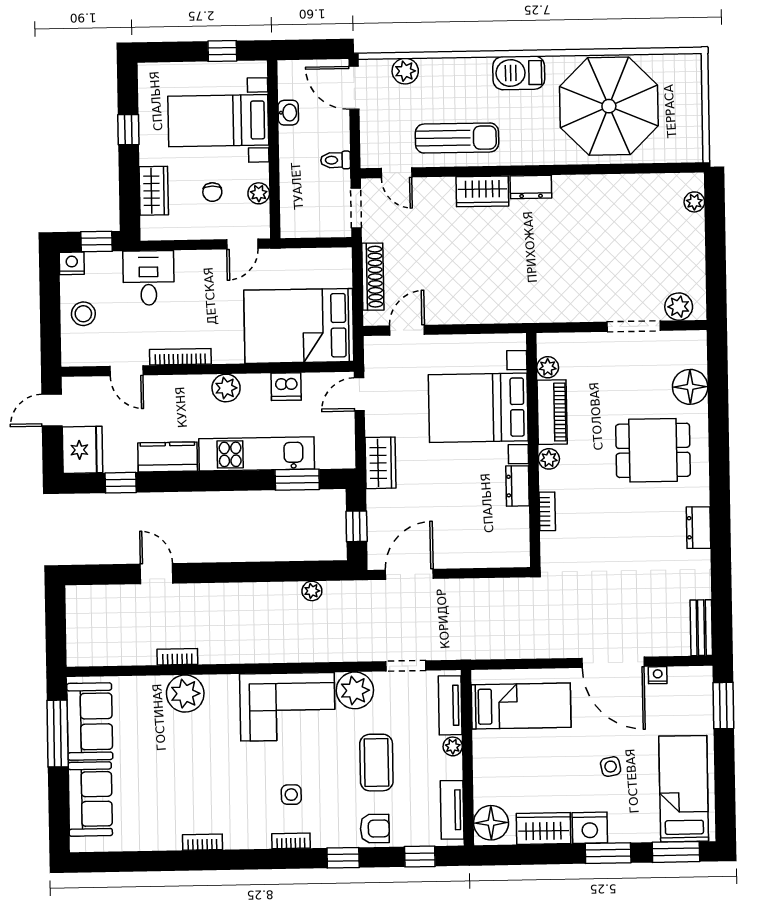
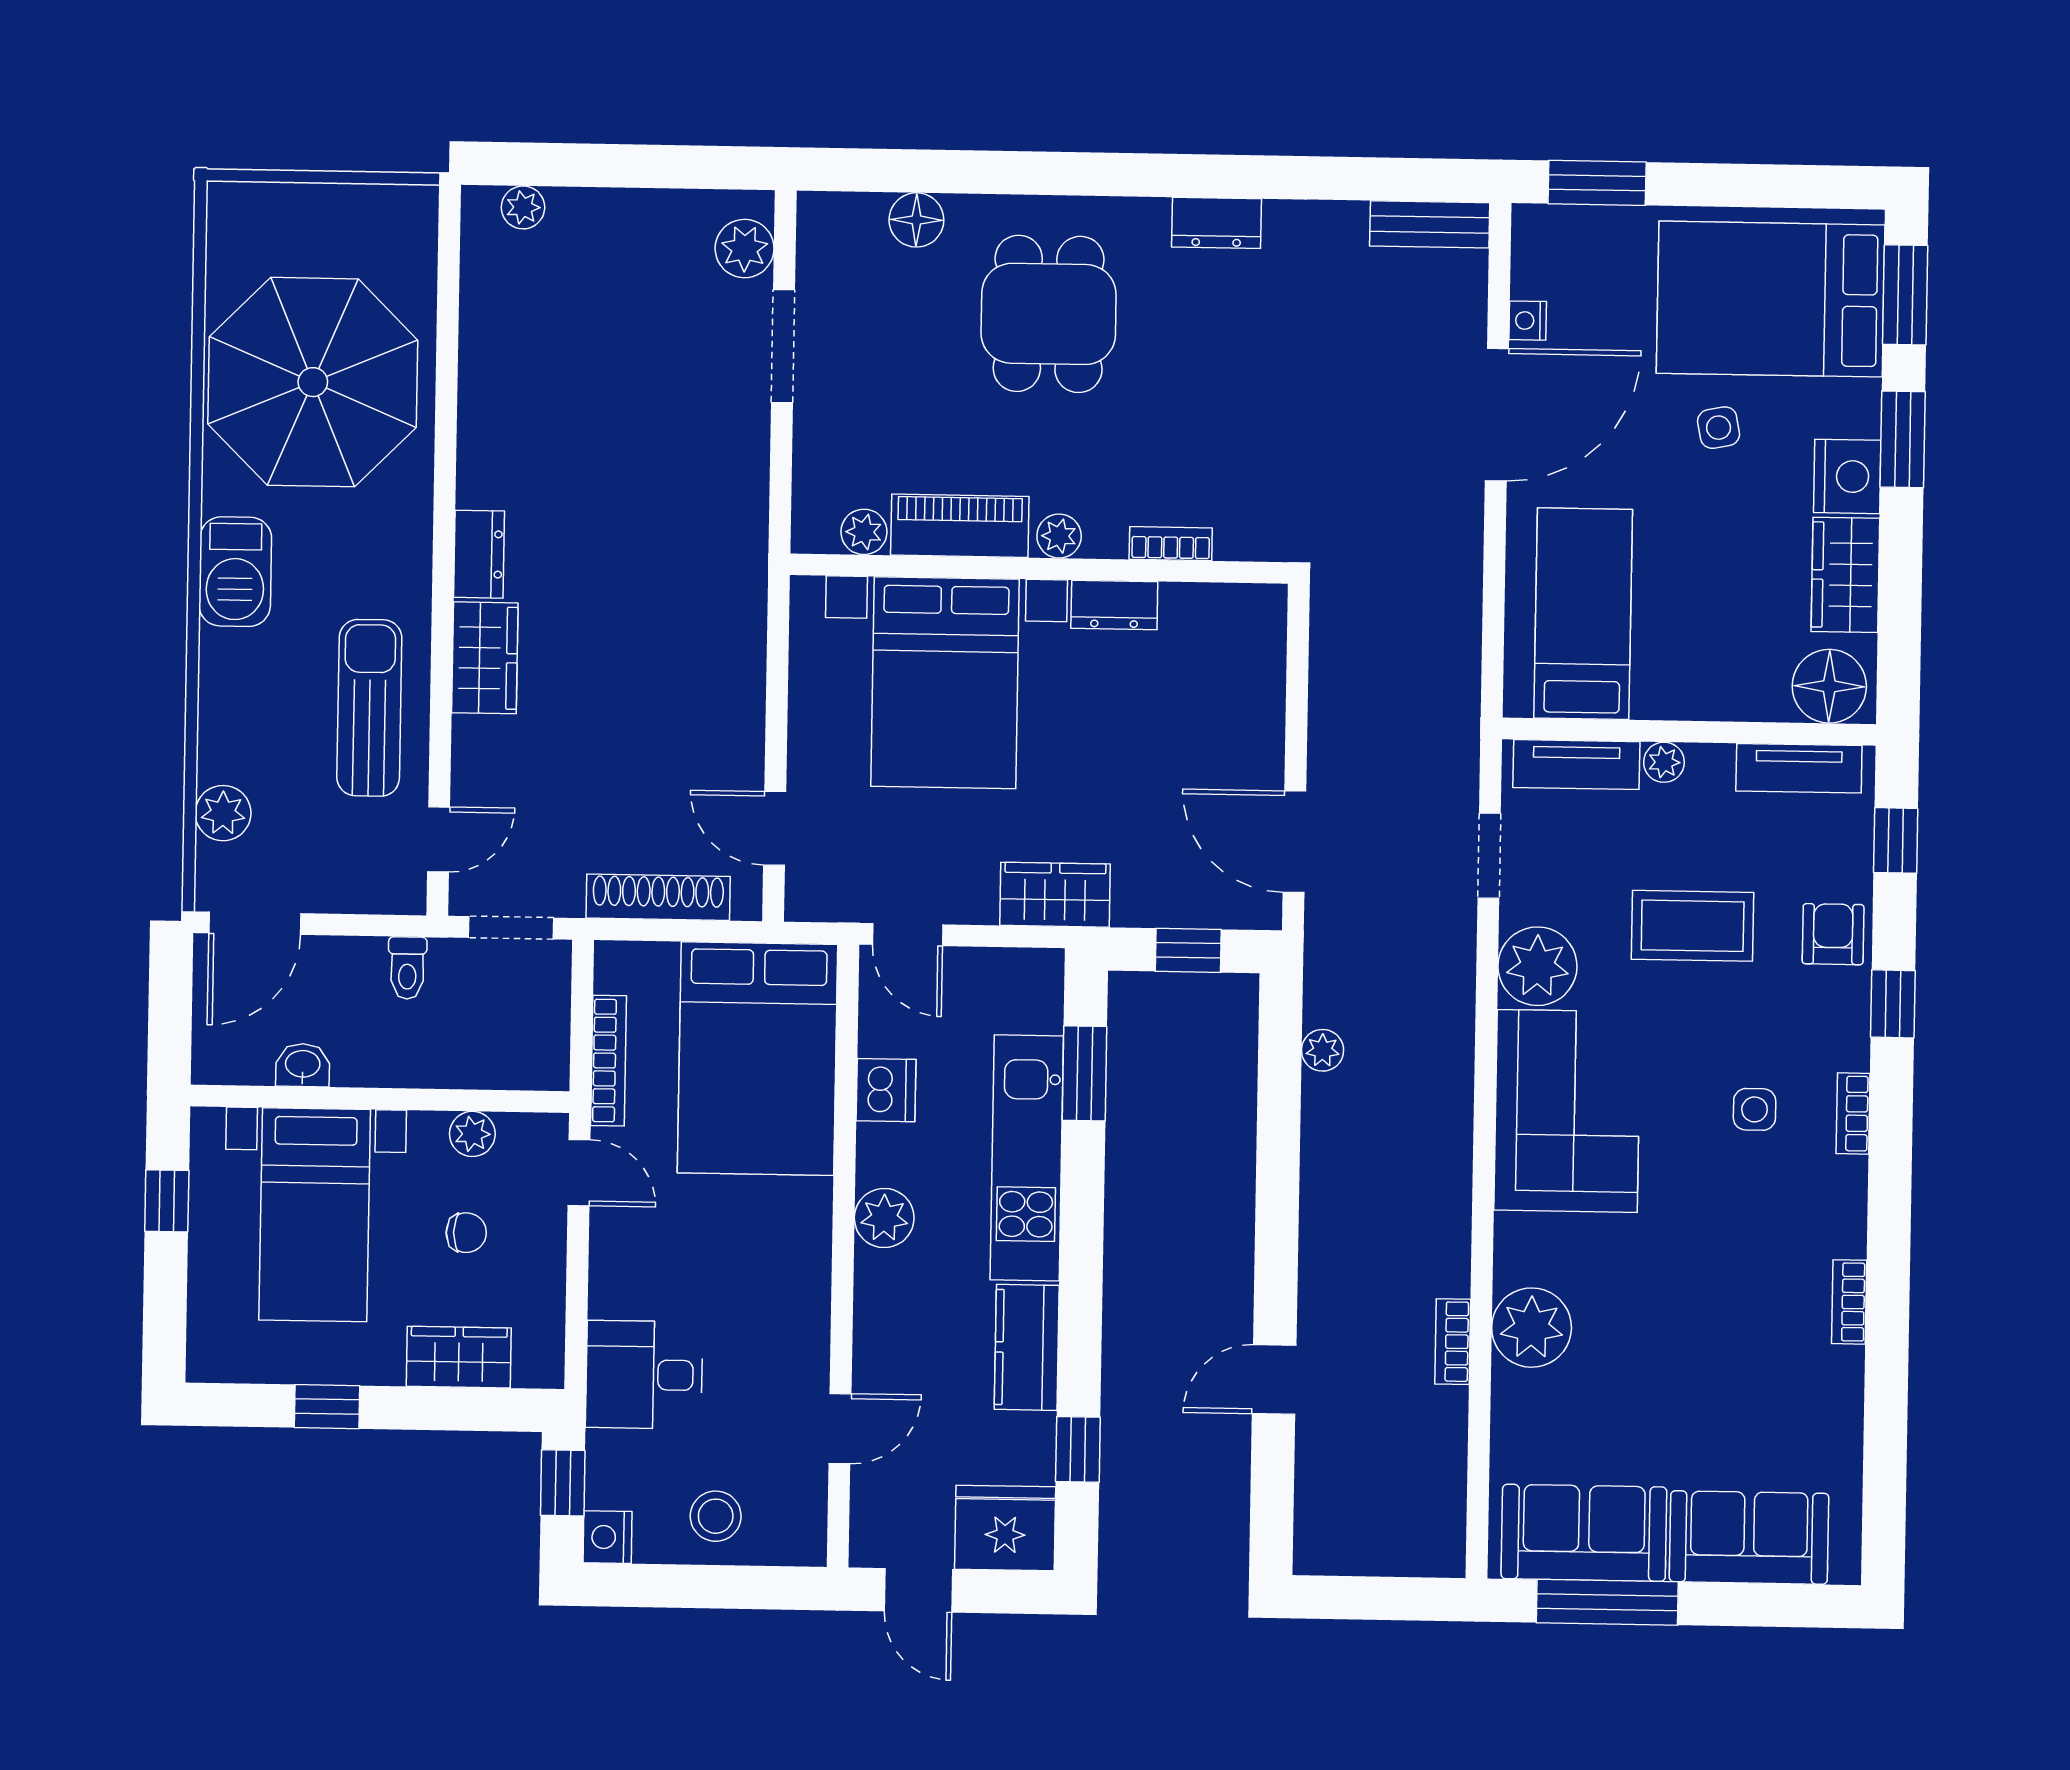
bookcase: (180, 357) -> (609, 1061), moved, turned 180
floor lamp: (690, 387) -> (916, 220), width x0.73, depth x0.73
bed: (684, 789) -> (1771, 299), width x1.50

